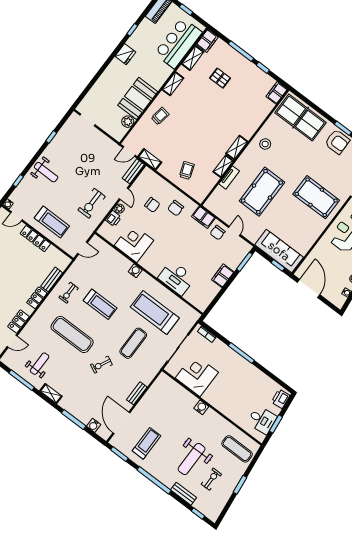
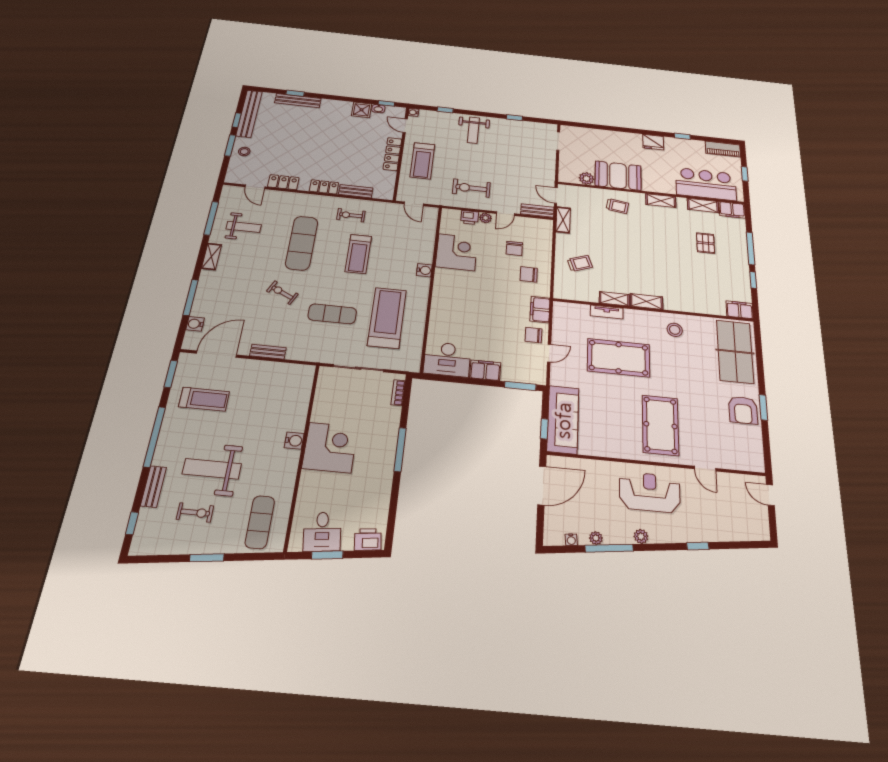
desk: (177, 278) -> (447, 359), moved, turned -90
corner desk: (197, 375) -> (330, 447), moved

